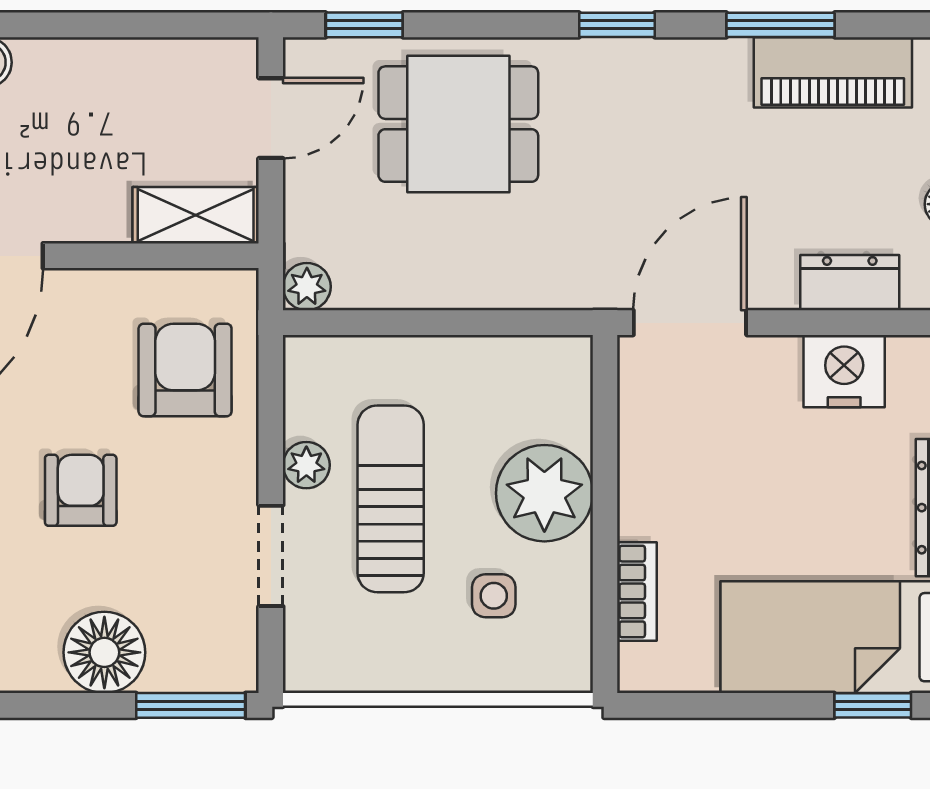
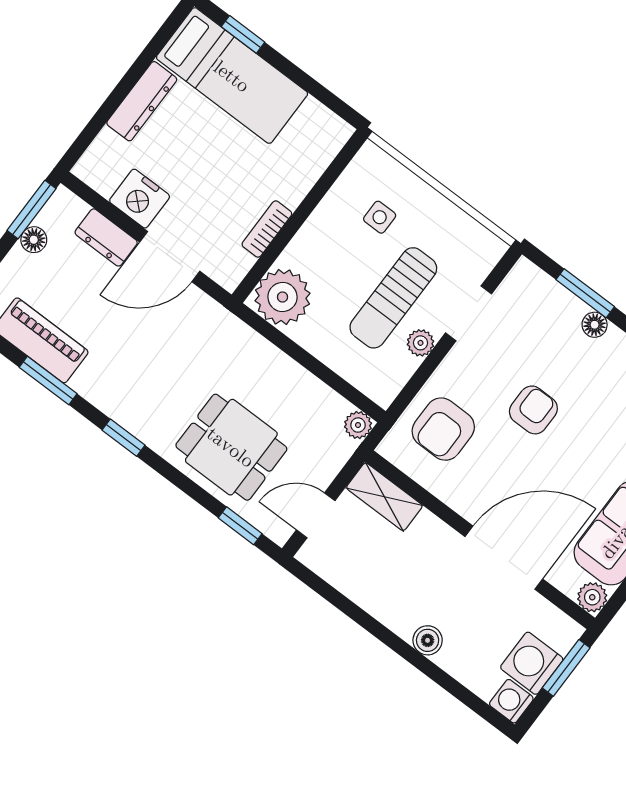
door: (690, 323) -> (170, 257), moved
armchair: (81, 490) -> (533, 410), turned 180
plant: (544, 493) -> (282, 297), moved
bookcase: (637, 591) -> (267, 229), moved
floor lamp: (104, 652) -> (595, 325), width x0.53, depth x0.53
window: (191, 705) -> (585, 293), moved

